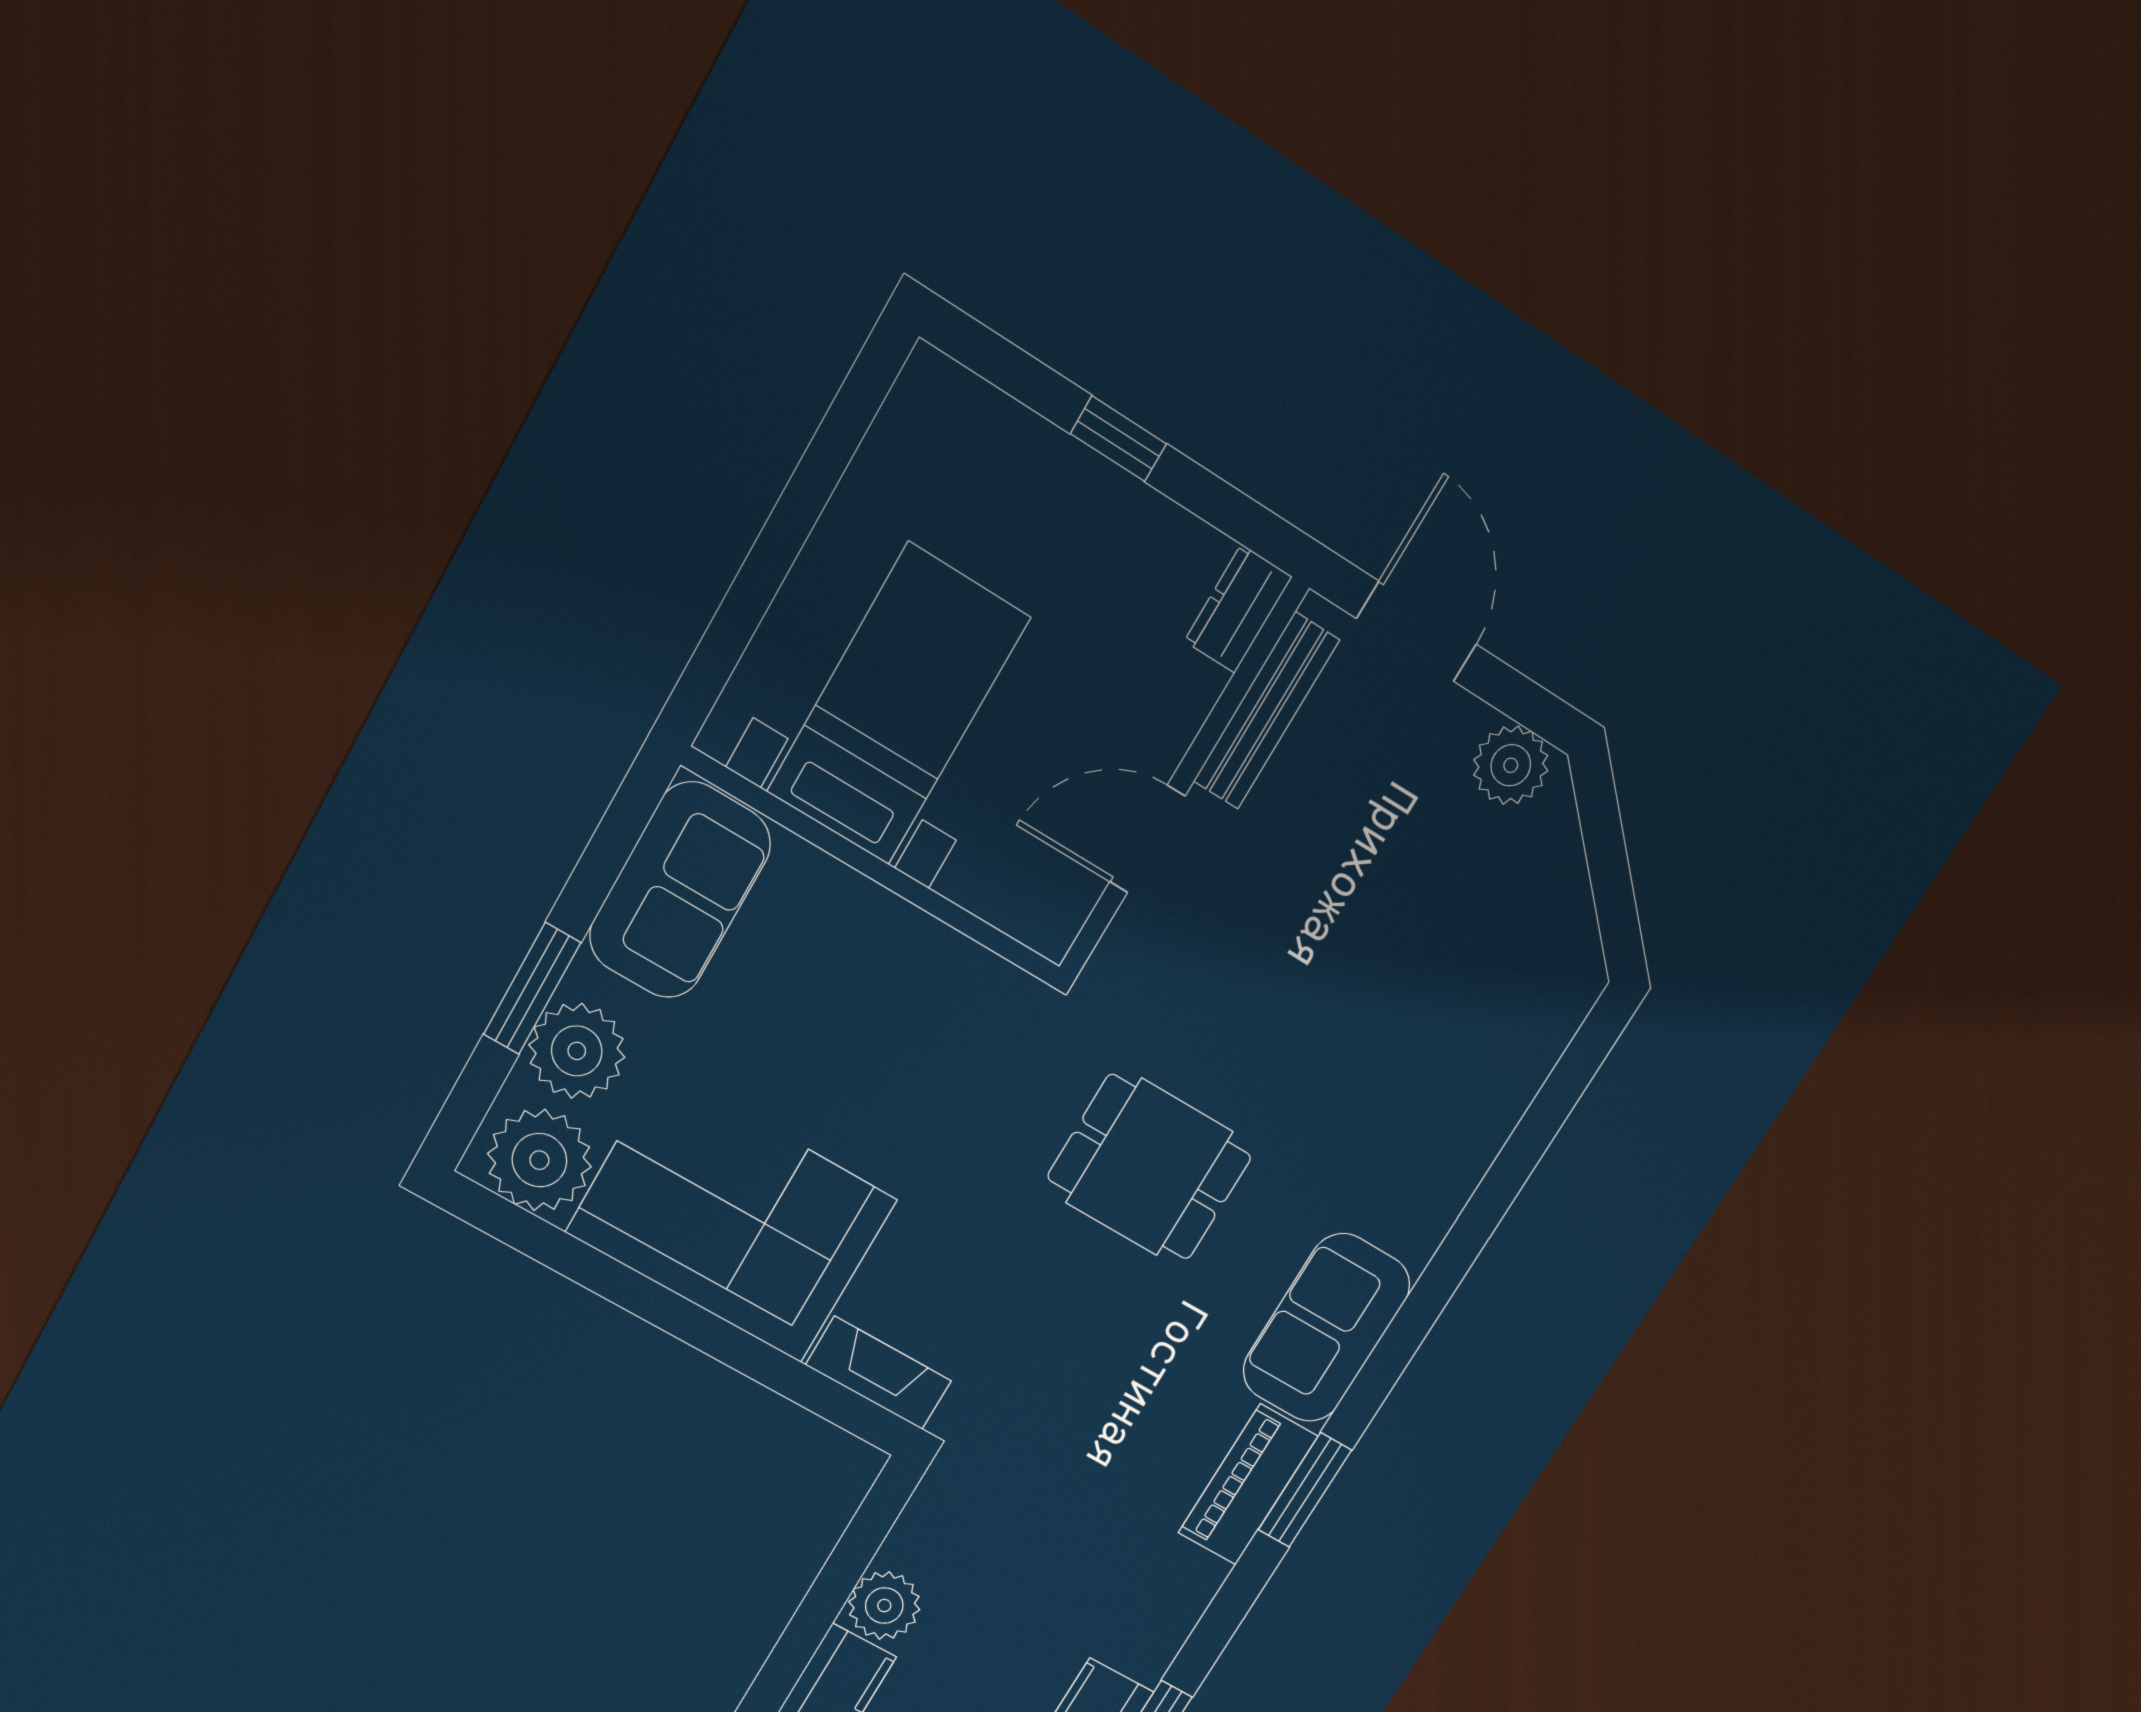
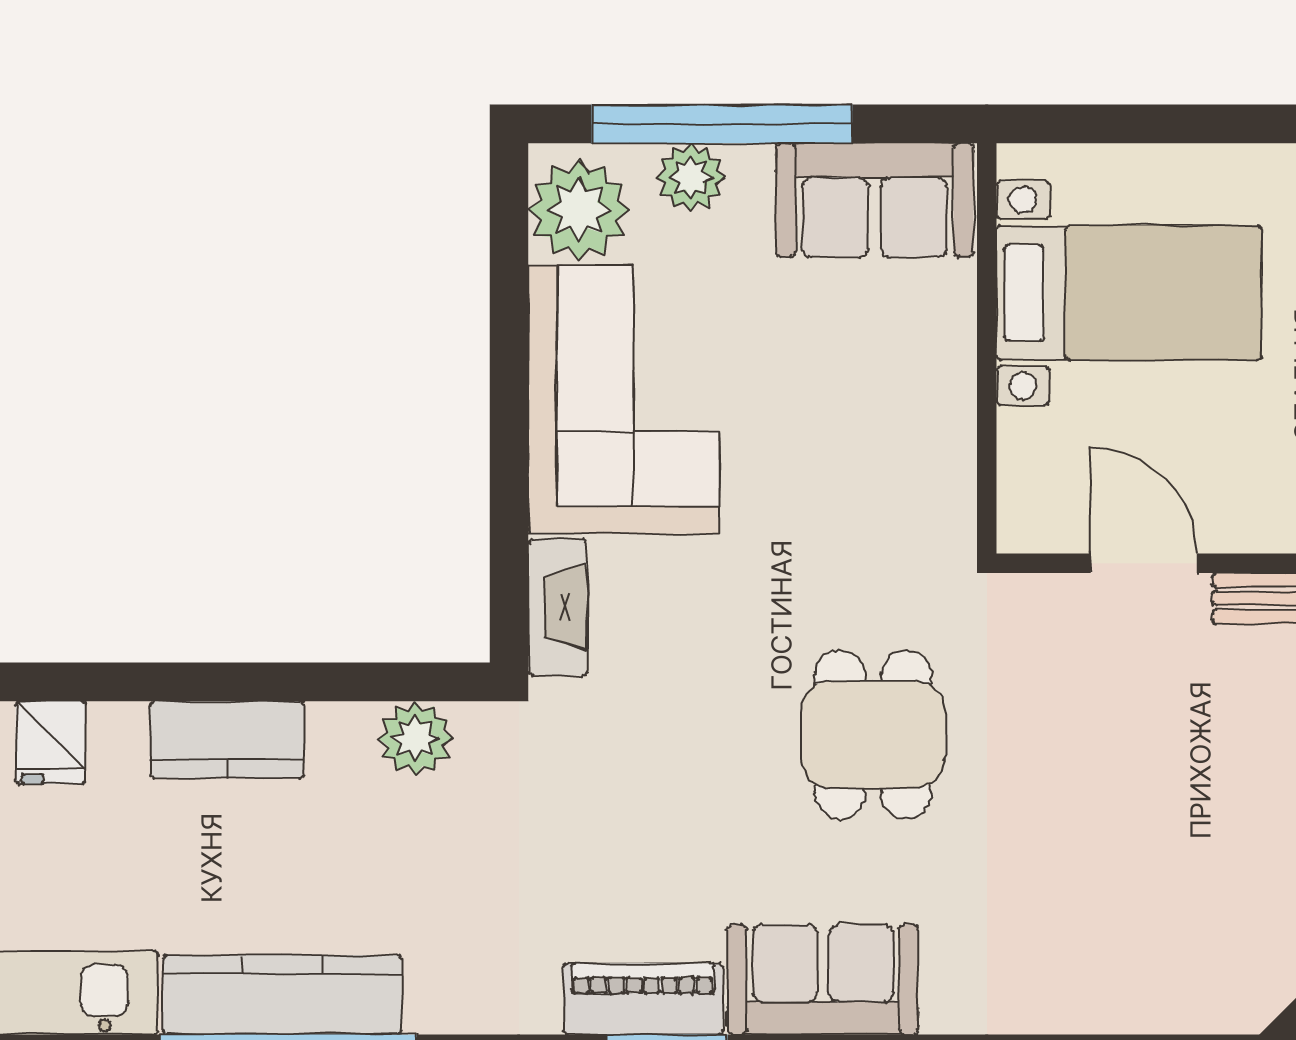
window: (532, 989) -> (722, 124), width x2.11
plant: (577, 1051) -> (691, 177), width x0.73, depth x0.73
plant: (884, 1606) -> (415, 738), moved

